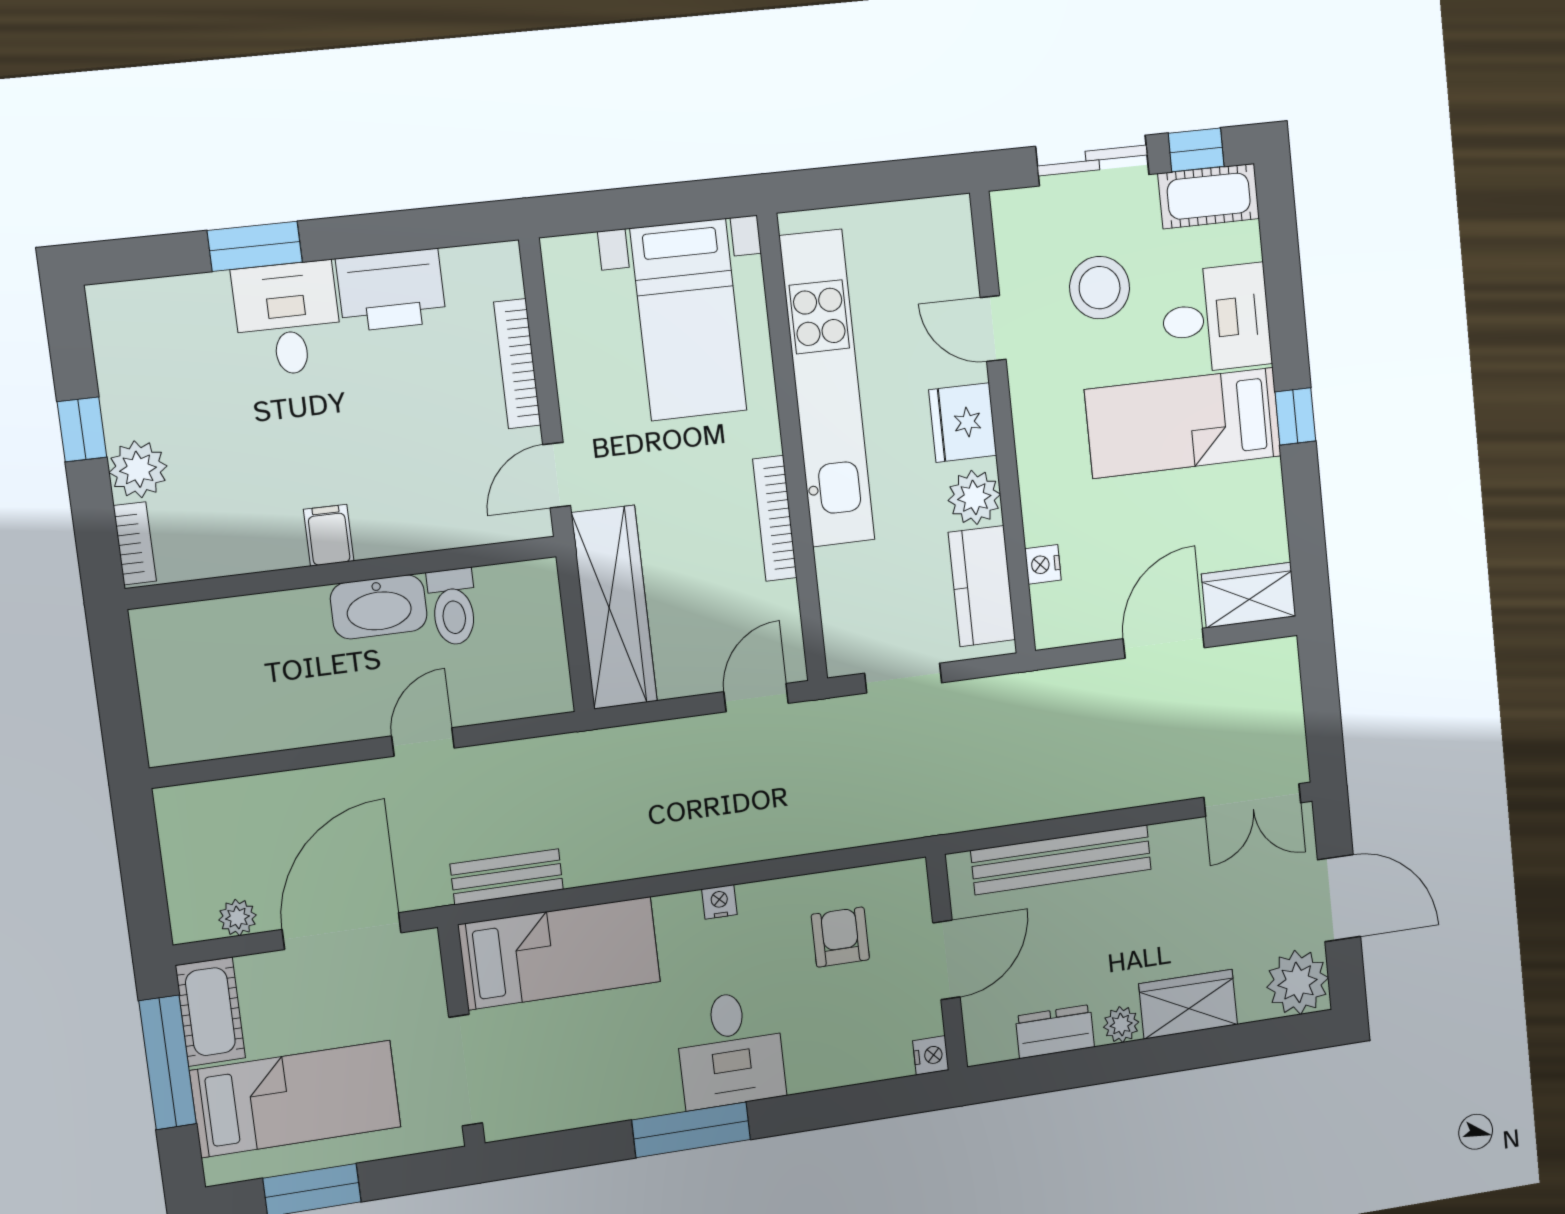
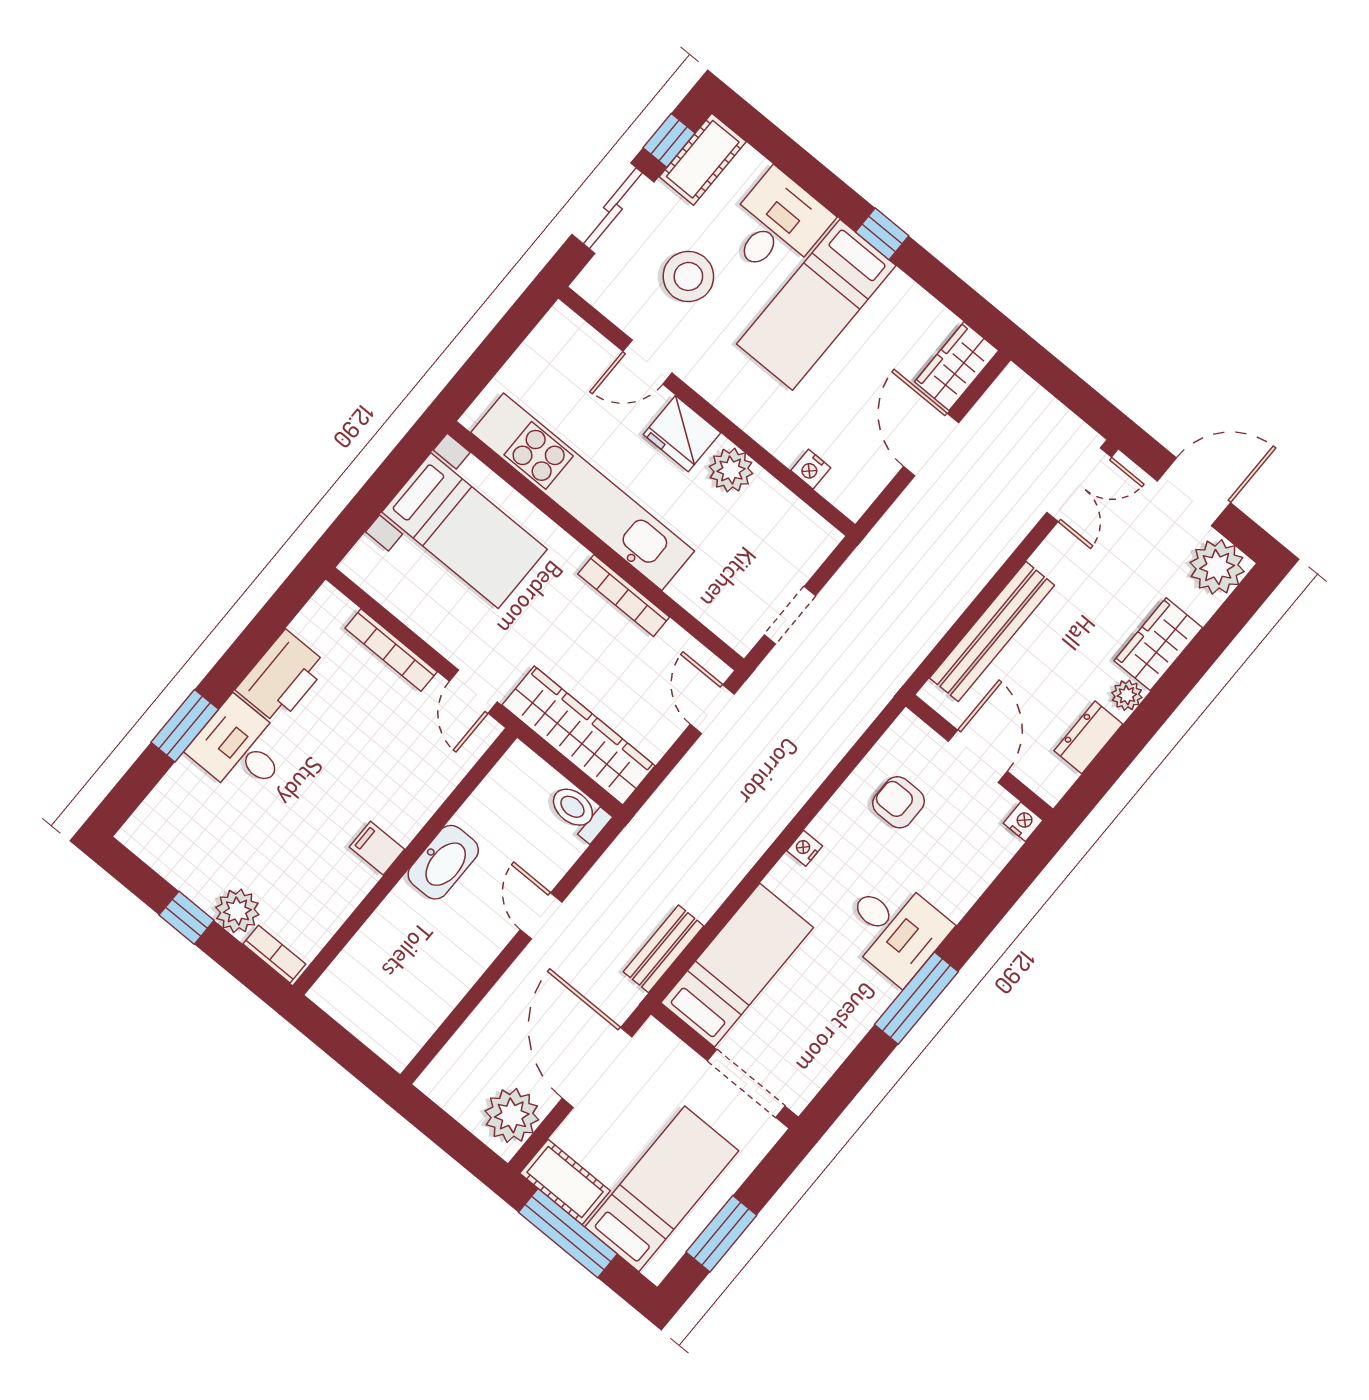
kitchen counter: (982, 586) -> (786, 517), removed
toilet: (453, 607) -> (579, 812), moved, turned 180
plant: (238, 918) -> (512, 1115), width x1.88, depth x1.88

